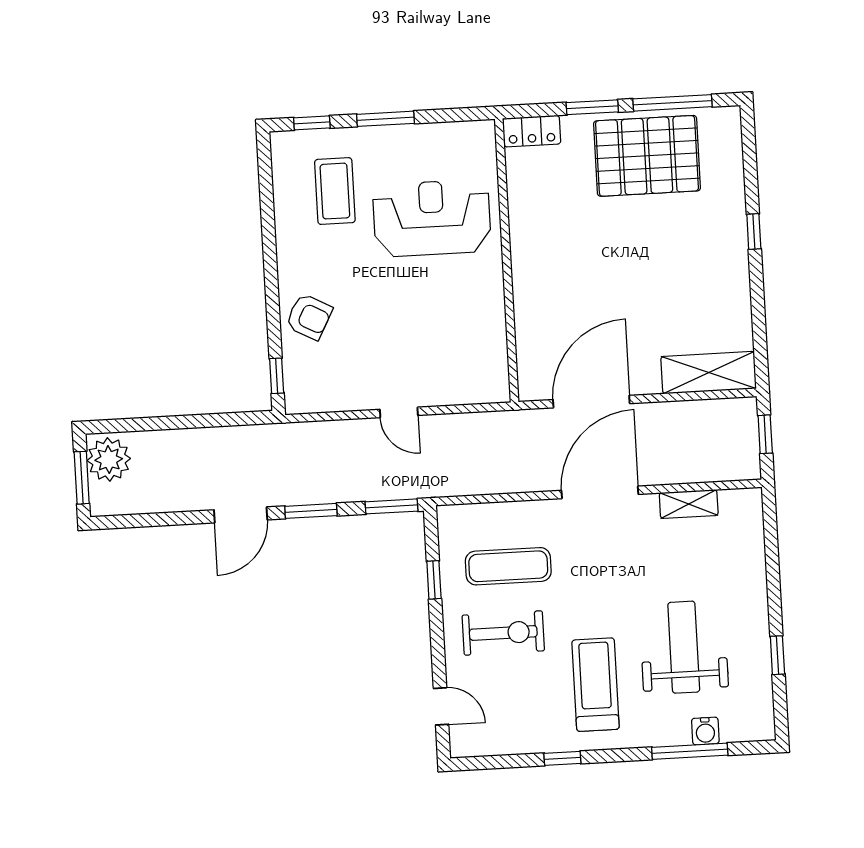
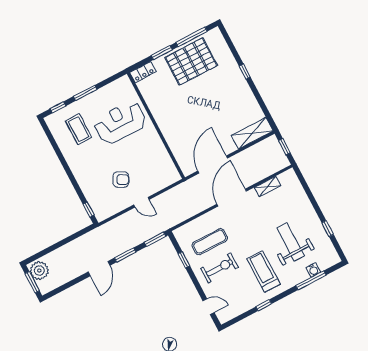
armchair: (309, 317) -> (121, 180), moved

